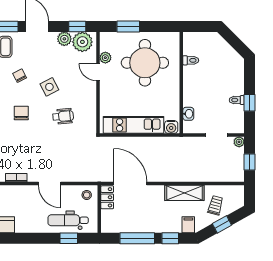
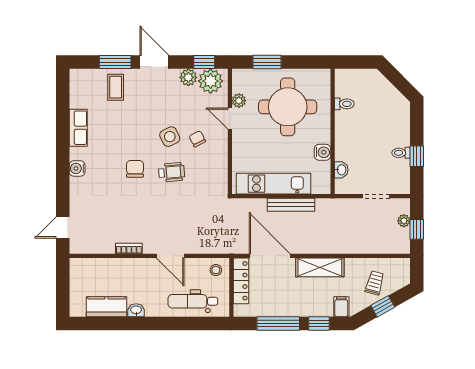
chair: (20, 76) -> (197, 139), moved
wheelchair: (63, 116) -> (172, 172), moved
water cooler: (171, 127) -> (323, 152), moved, turned -90
bench: (148, 142) -> (291, 205), added
plant: (239, 142) -> (404, 221), moved
shelving: (184, 193) -> (320, 267), moved
locker: (107, 197) -> (241, 281), width x1.53
washbasin: (22, 228) -> (136, 310), added
window: (69, 238) -> (194, 323), removed

